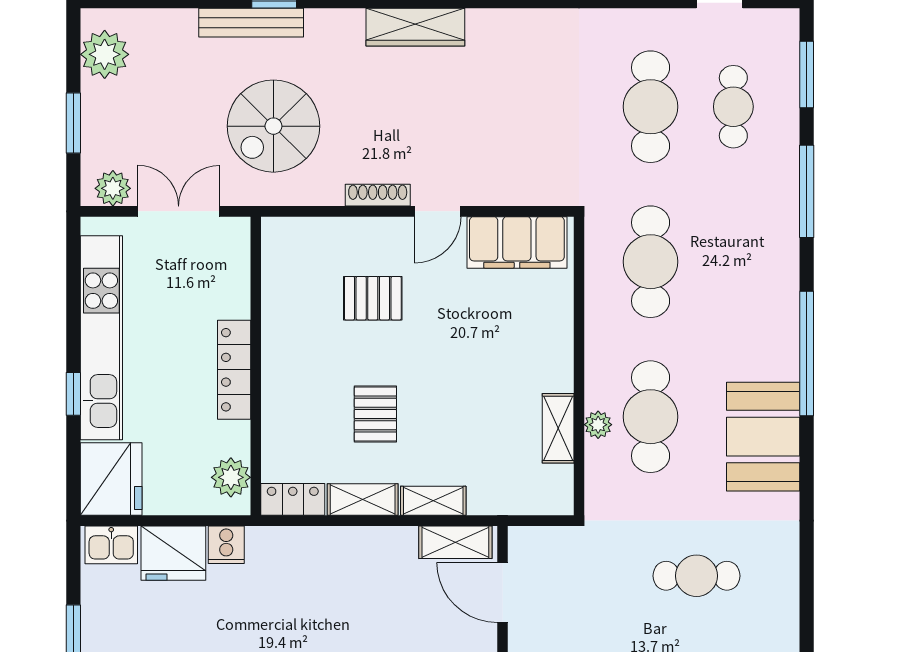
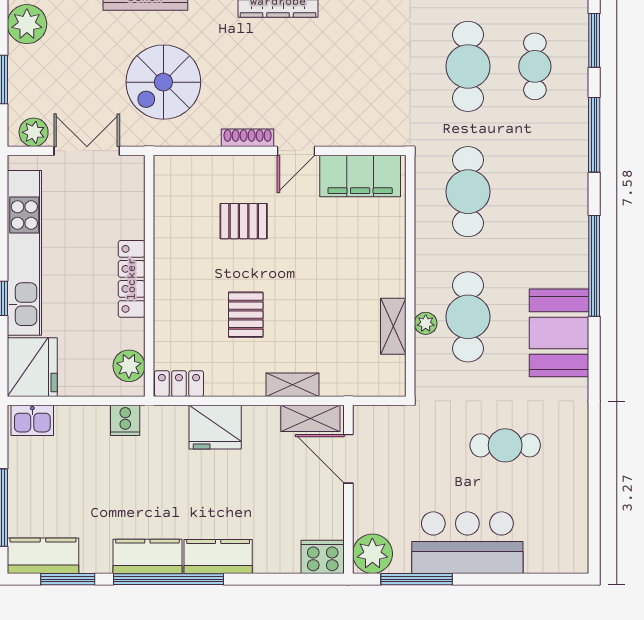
shelving: (363, 500) -> (235, 384), removed
fridge: (173, 553) -> (215, 427), moved

